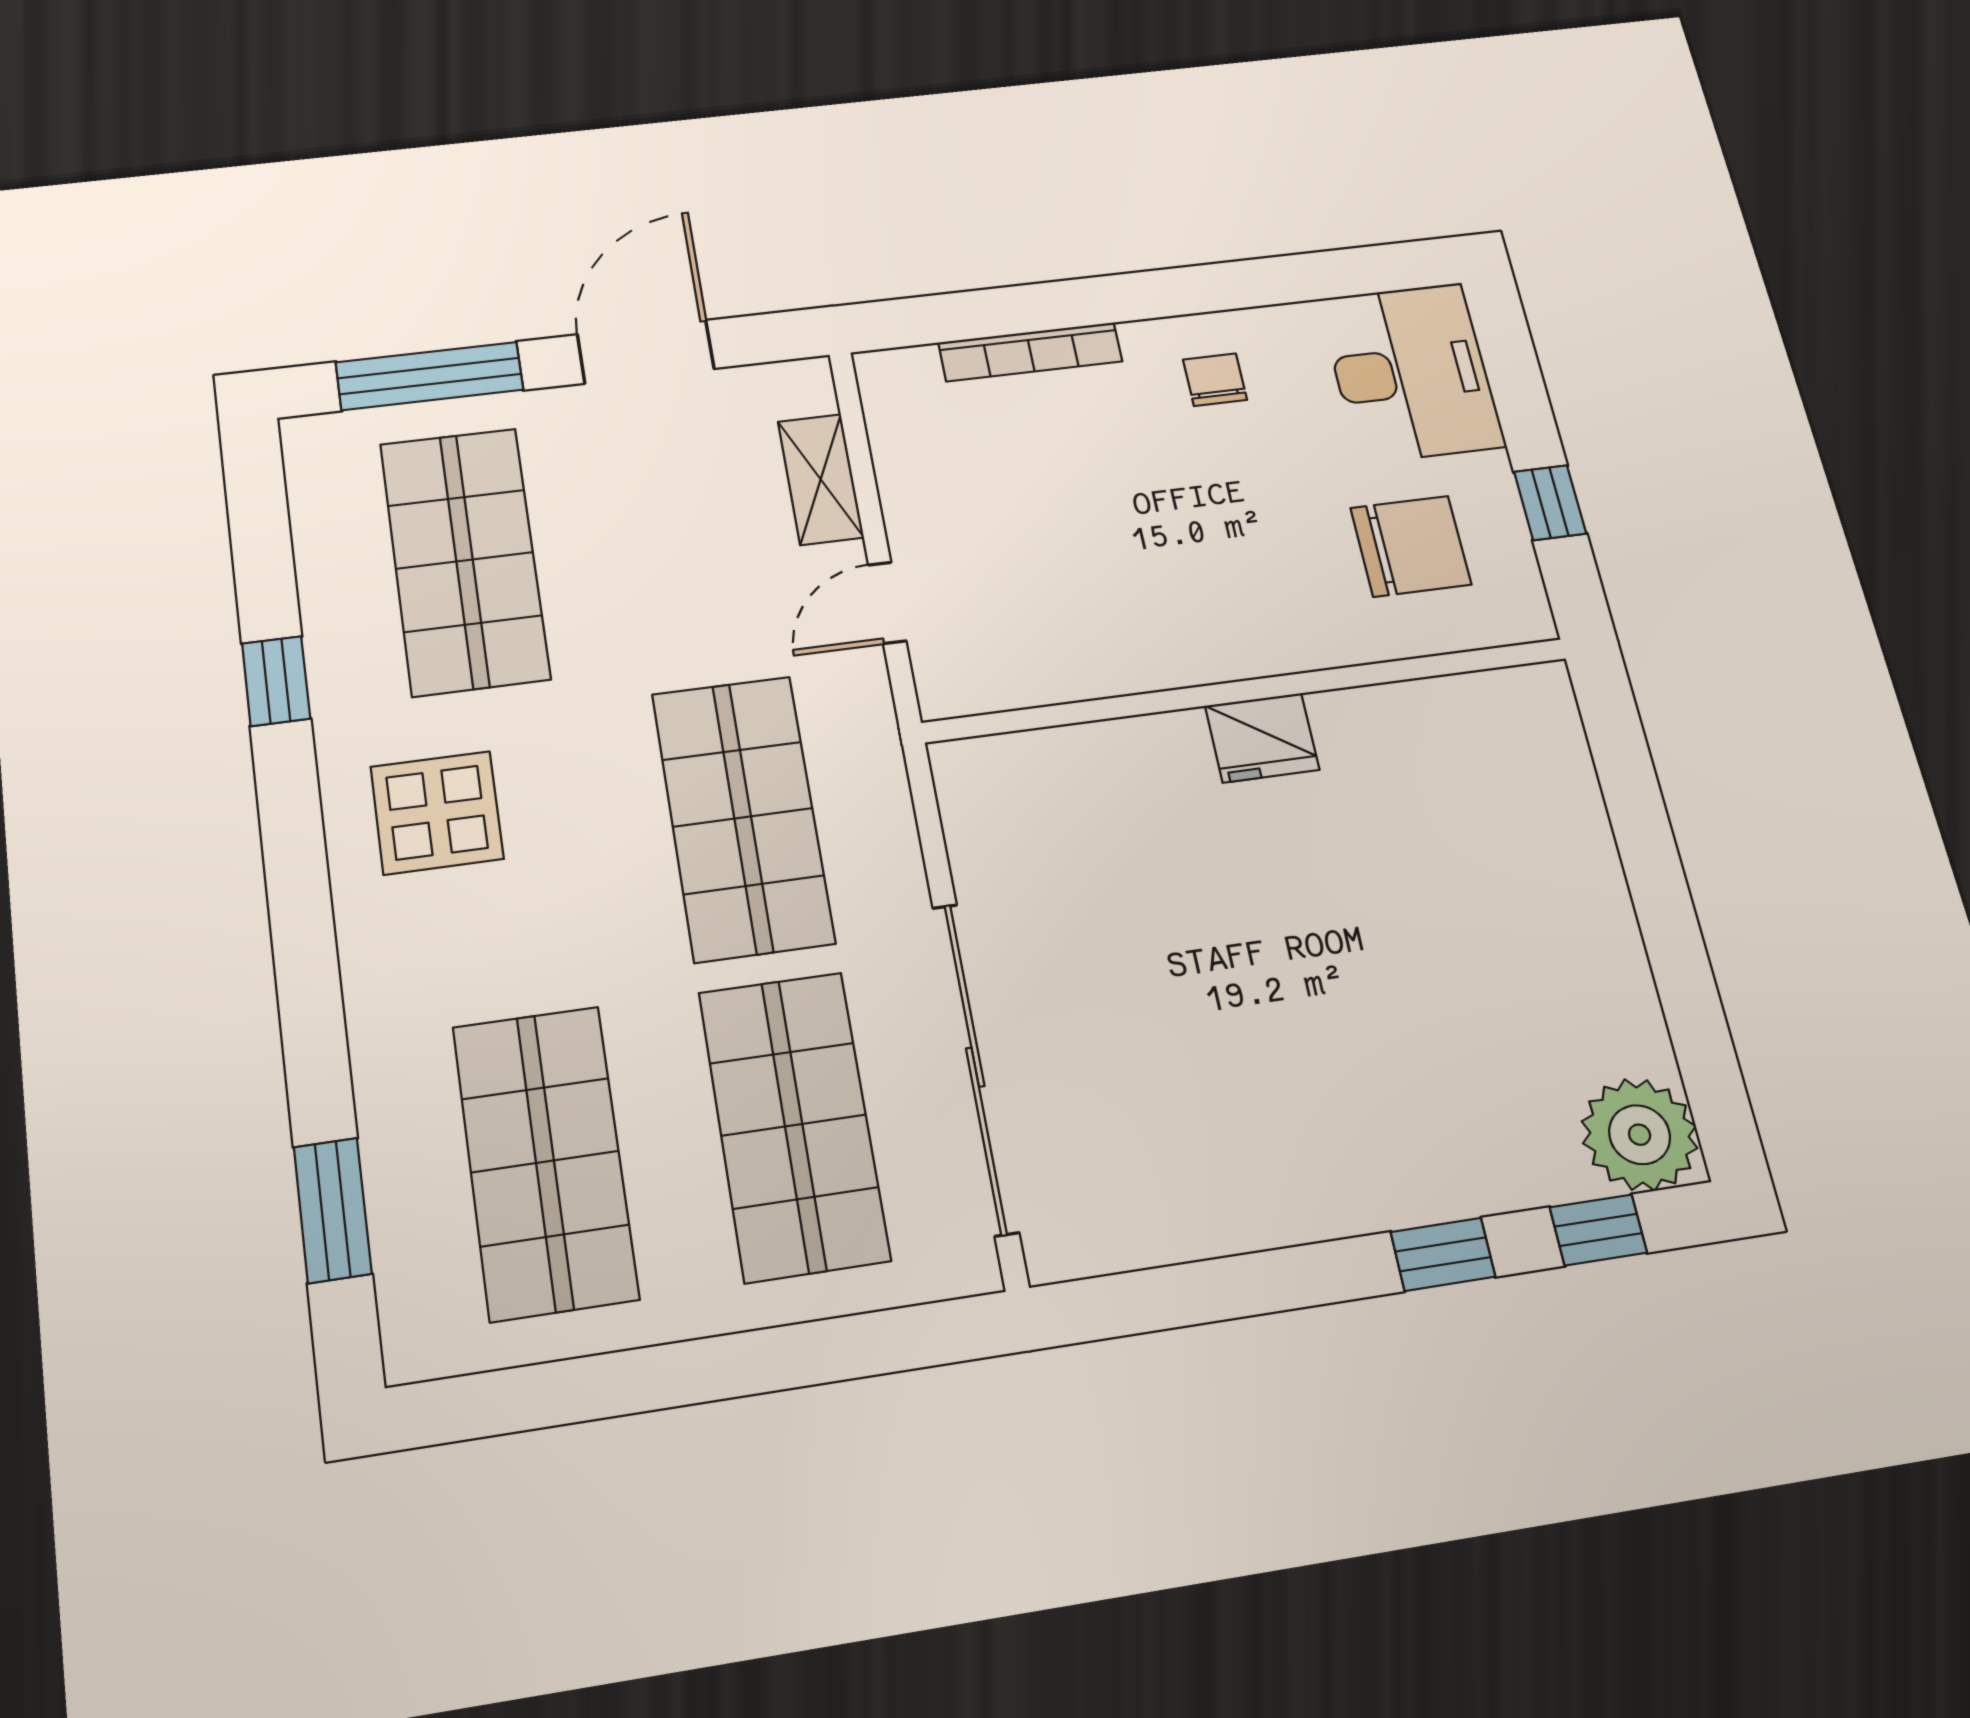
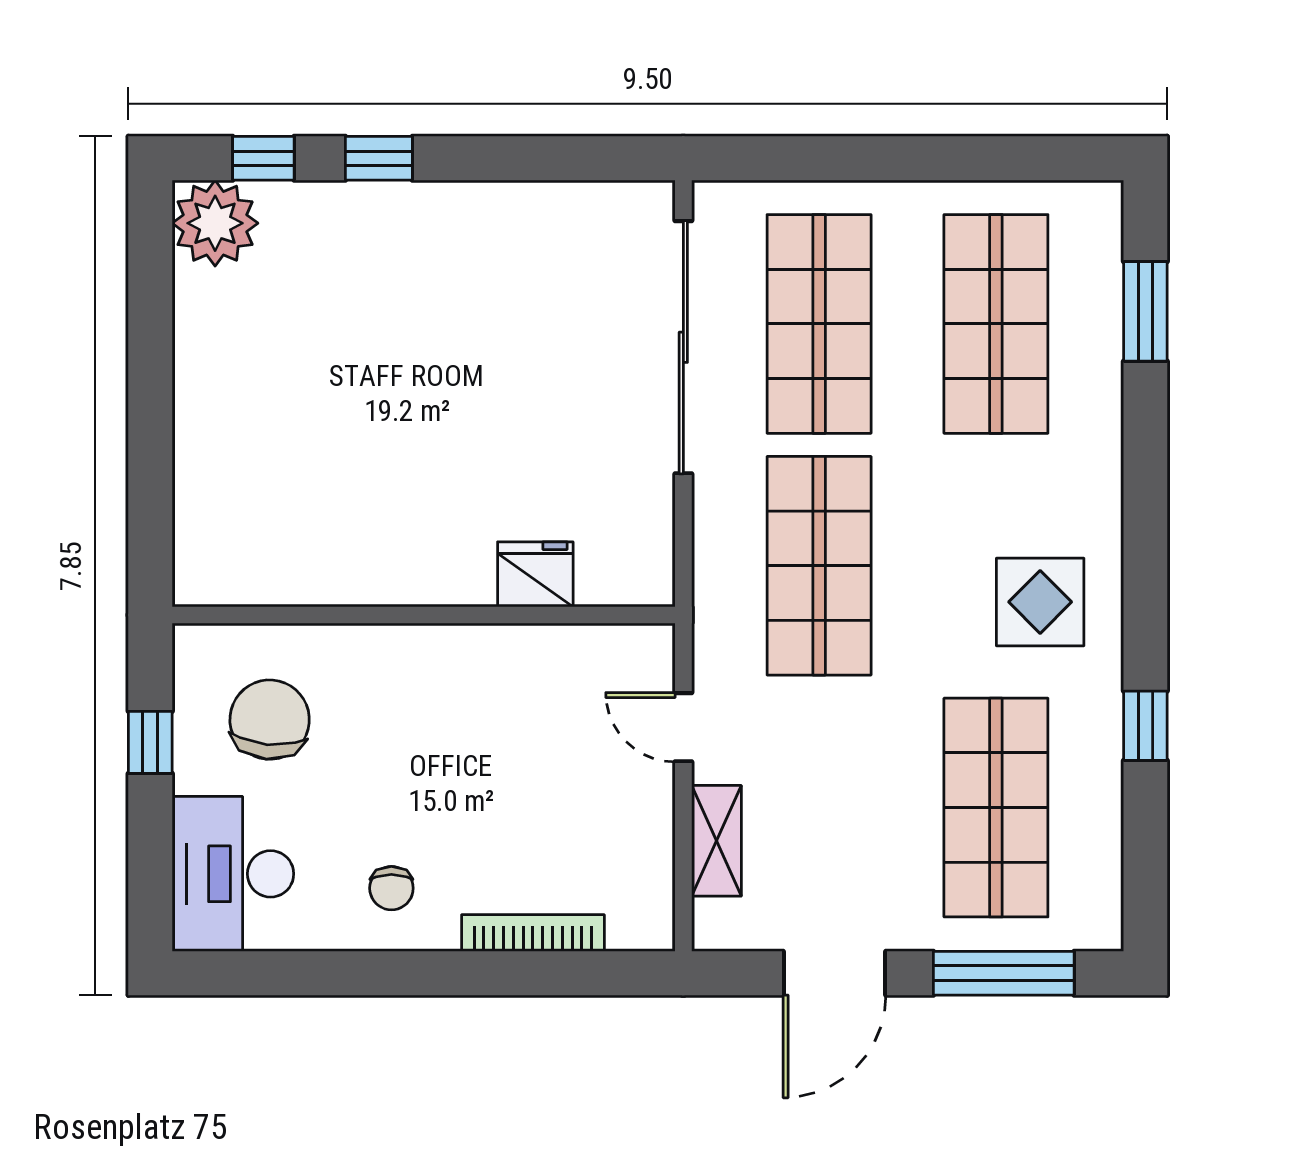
chair: (1411, 546) -> (270, 720), turned 95
door: (887, 603) -> (683, 727), swing flipped
fridge: (1262, 738) -> (535, 574), moved

